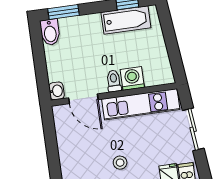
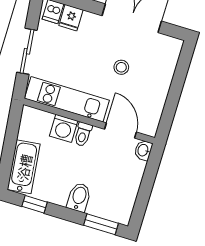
bathtub: (126, 20) -> (24, 167), moved, turned 84
bidet: (50, 32) -> (79, 197), moved
stool: (120, 163) -> (121, 67), moved

